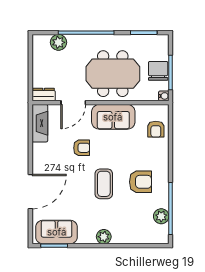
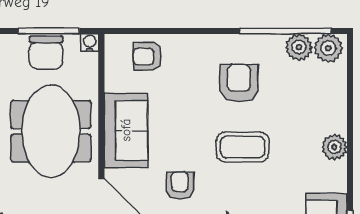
chair: (158, 71) -> (46, 53), turned -90
armchair: (156, 129) -> (147, 56), turned 180
plant: (161, 233) -> (328, 48), added

